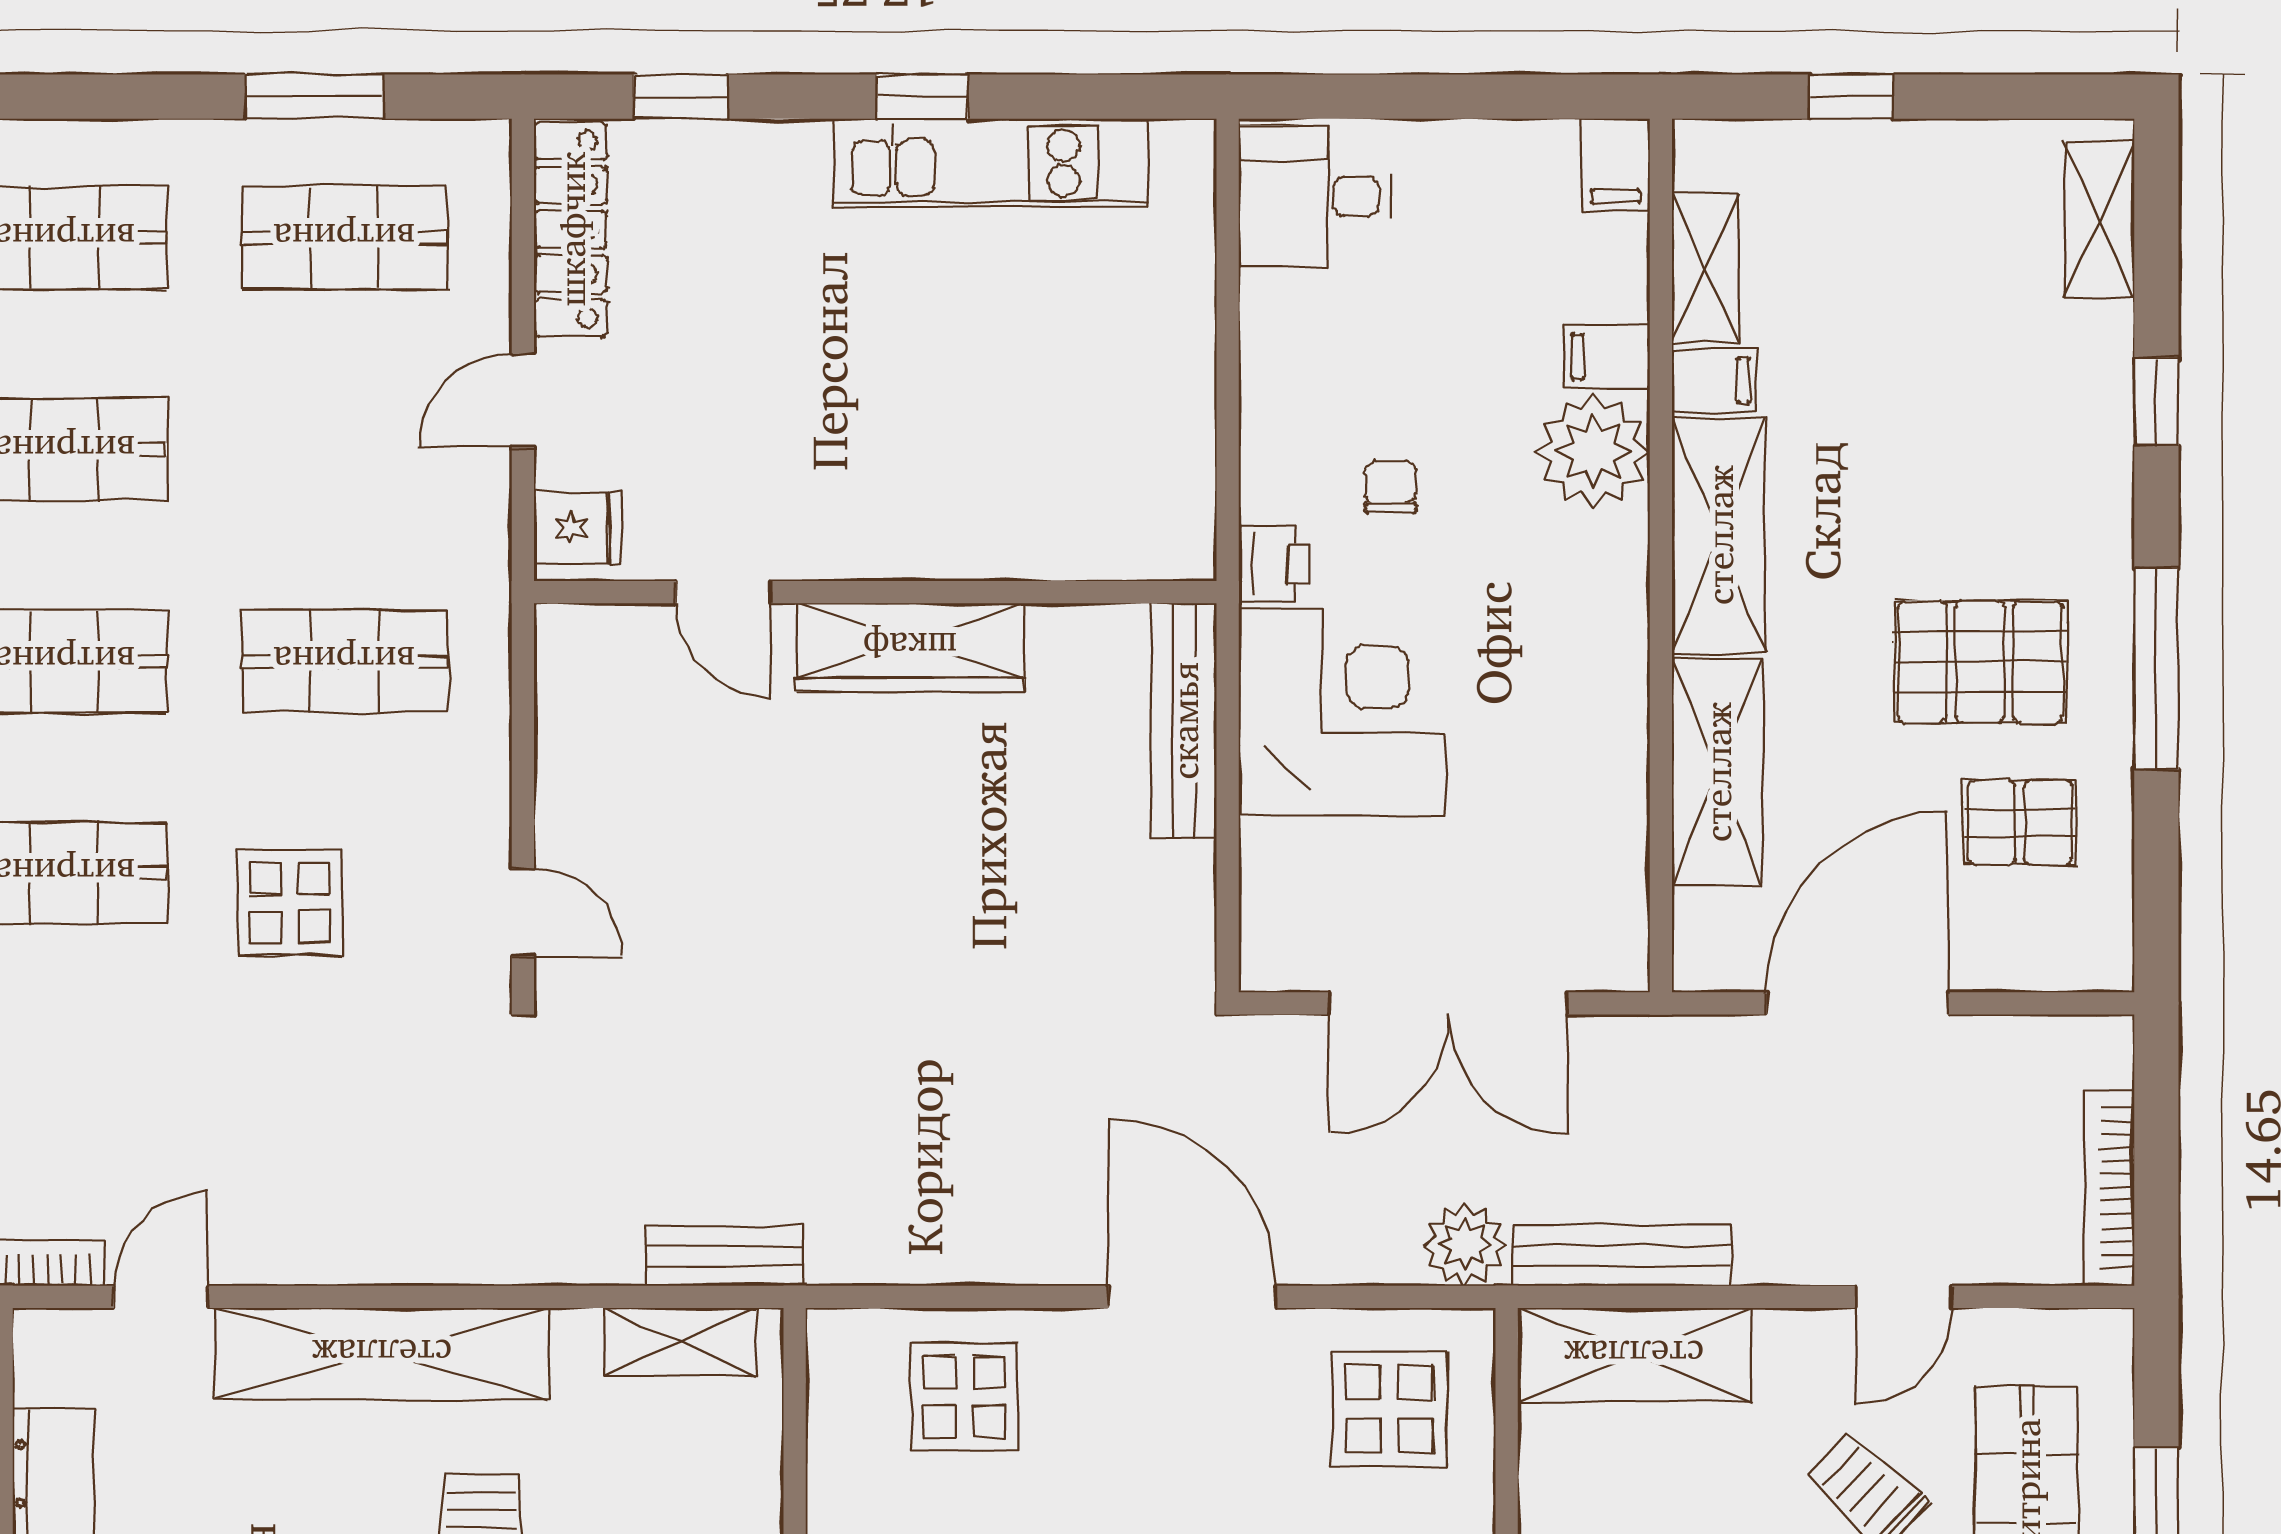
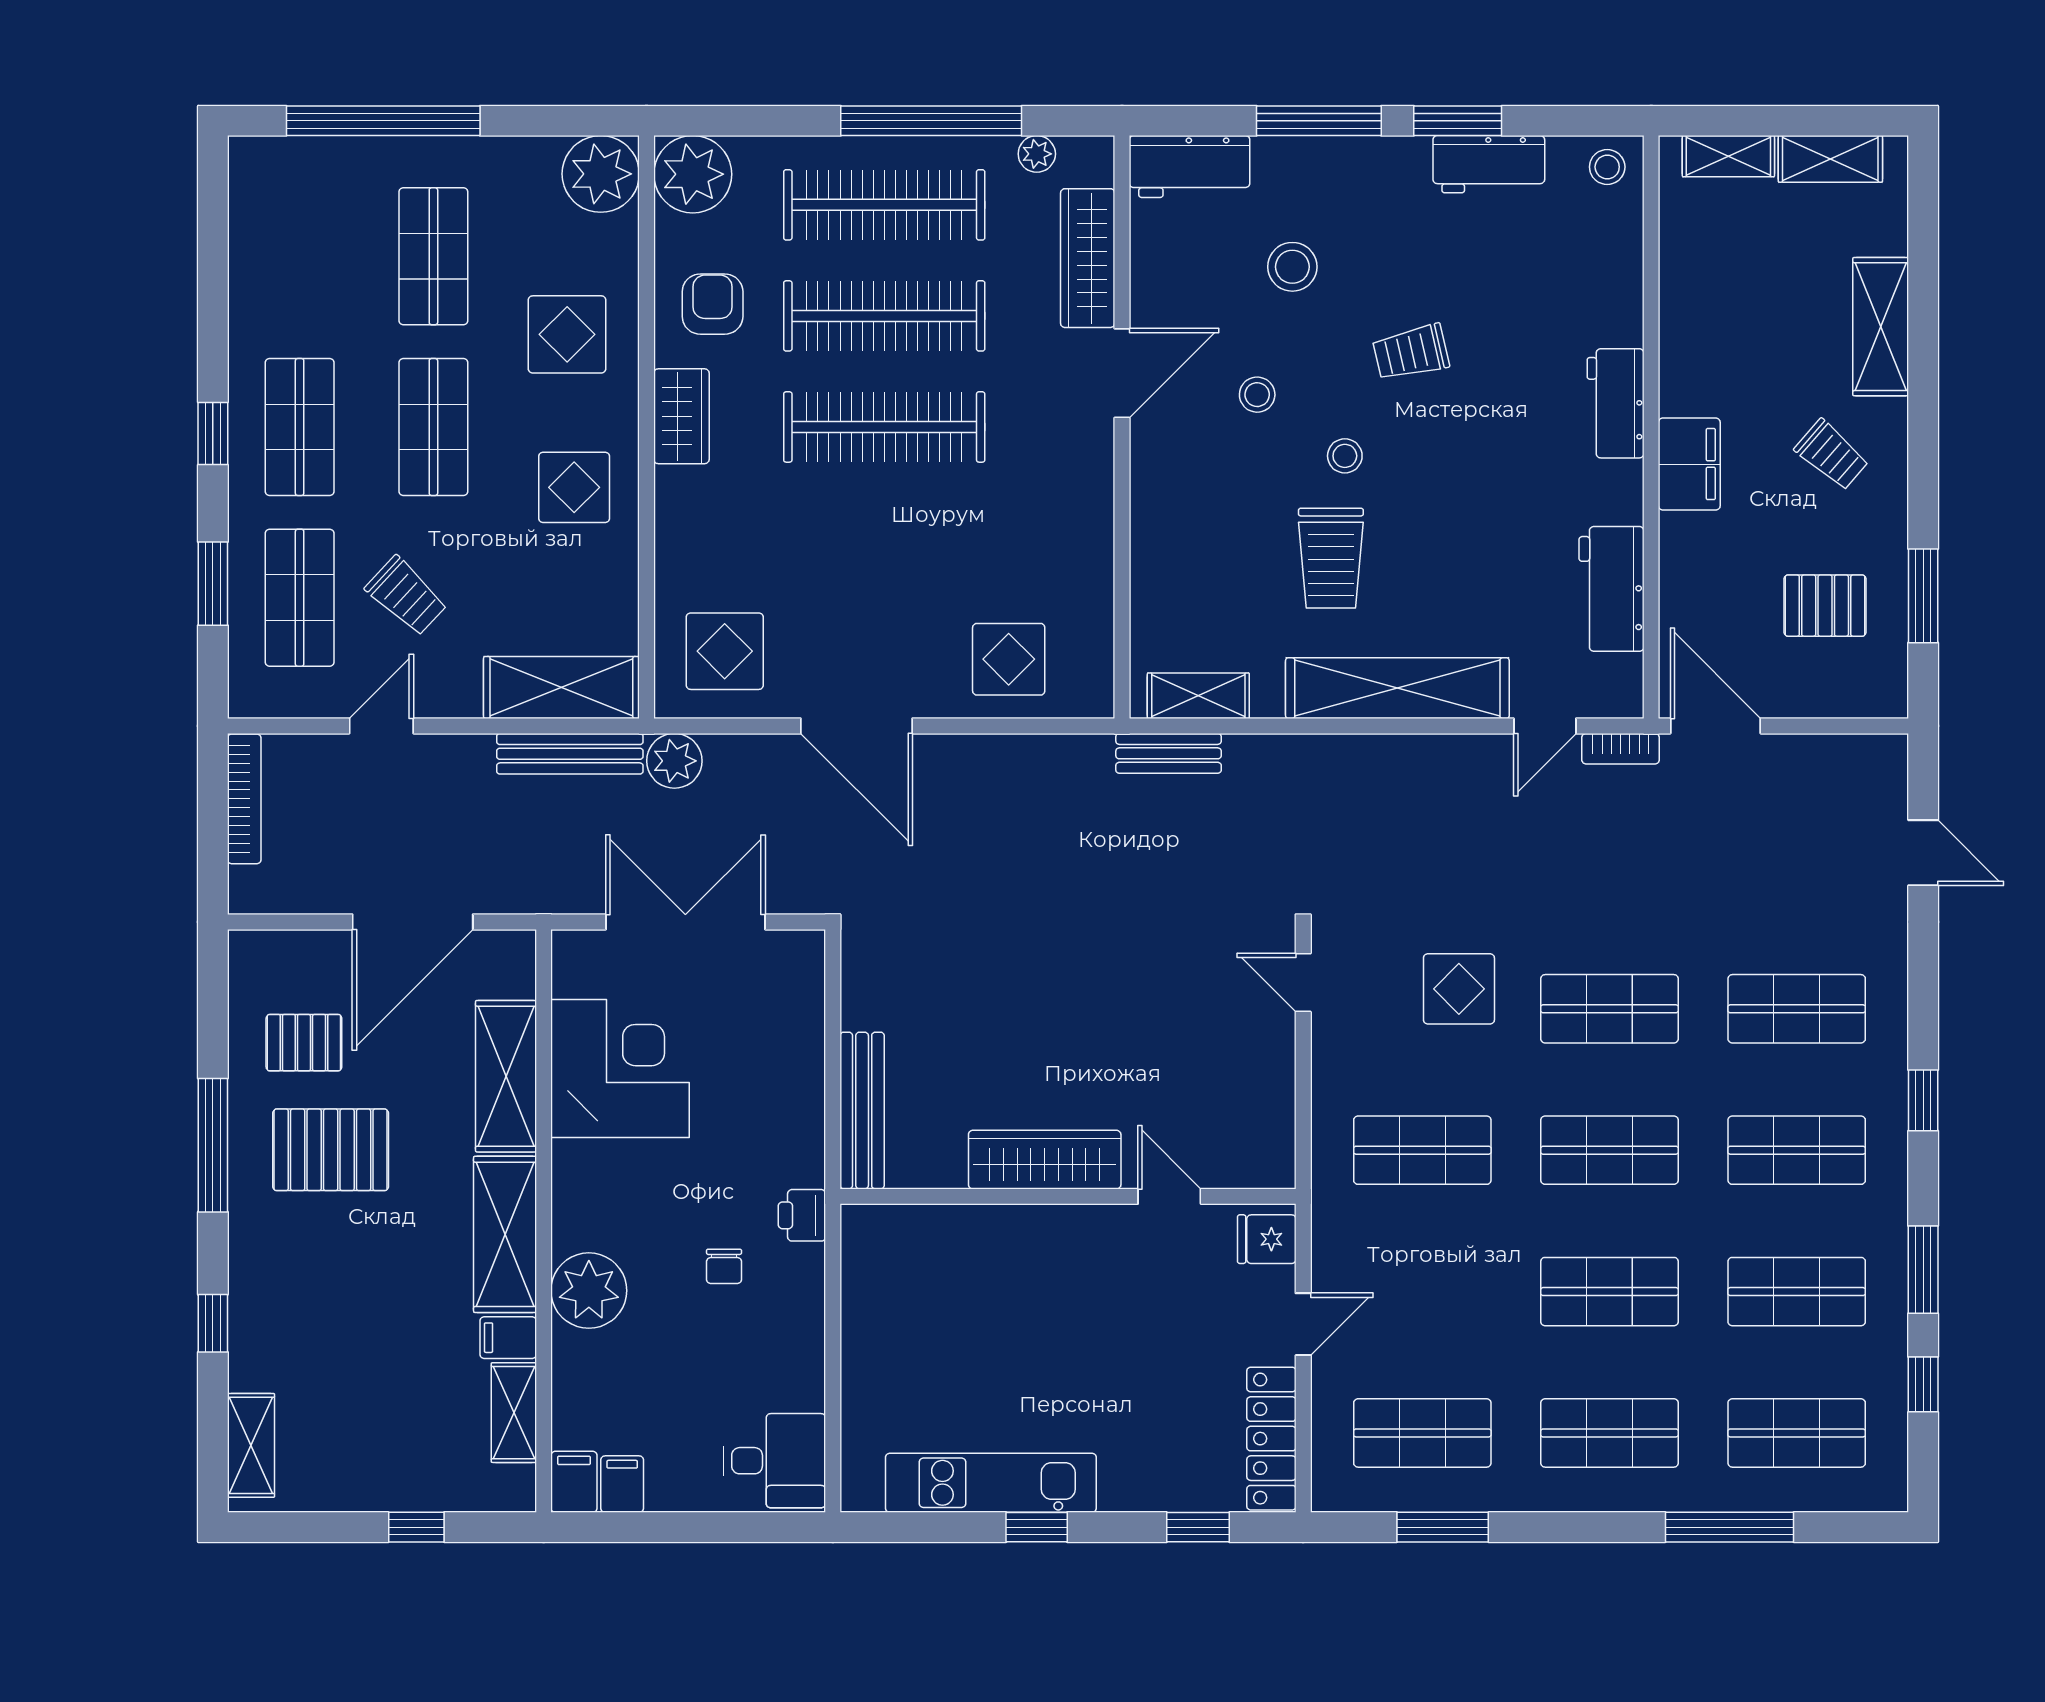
filing cabinet: (1607, 357) -> (622, 1484), moved, turned -90
corner desk: (1342, 712) -> (620, 1069), moved, turned 180

